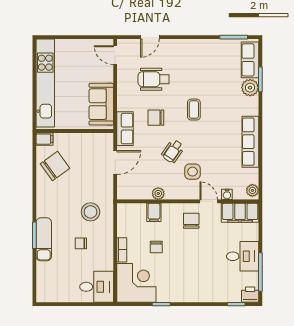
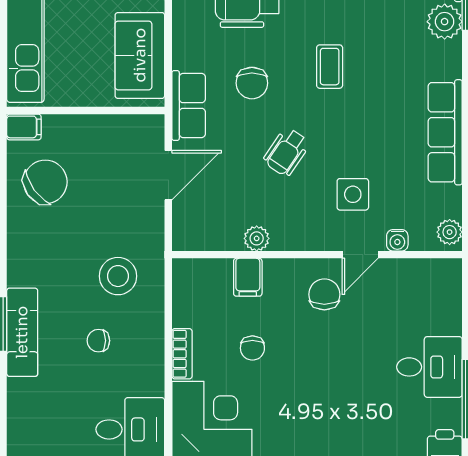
chair: (156, 118) -> (252, 83), turned -90
side table: (192, 172) -> (353, 194), moved
door: (209, 201) -> (360, 255), swing flipped
filing cabinet: (240, 213) -> (424, 278), removed

